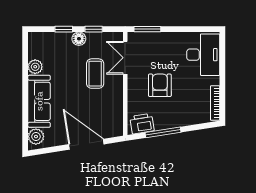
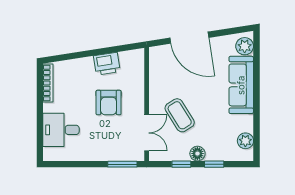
desk: (203, 55) -> (61, 130), width x0.73
plant: (35, 67) -> (245, 141), moved
coffee table: (95, 74) -> (180, 115), turned -32
printer: (142, 124) -> (107, 64), moved
window: (163, 132) -> (105, 51), removed

